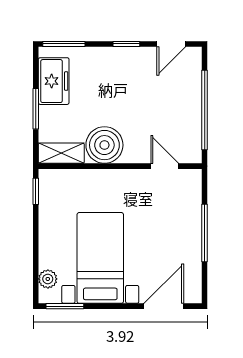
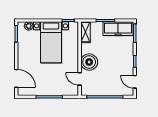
freezer: (54, 81) -> (118, 29), width x1.40
boiler: (104, 145) -> (89, 62), moved
door: (165, 166) -> (80, 79), swing flipped
bed with nightstands: (100, 258) -> (51, 42), moved, turned 90

